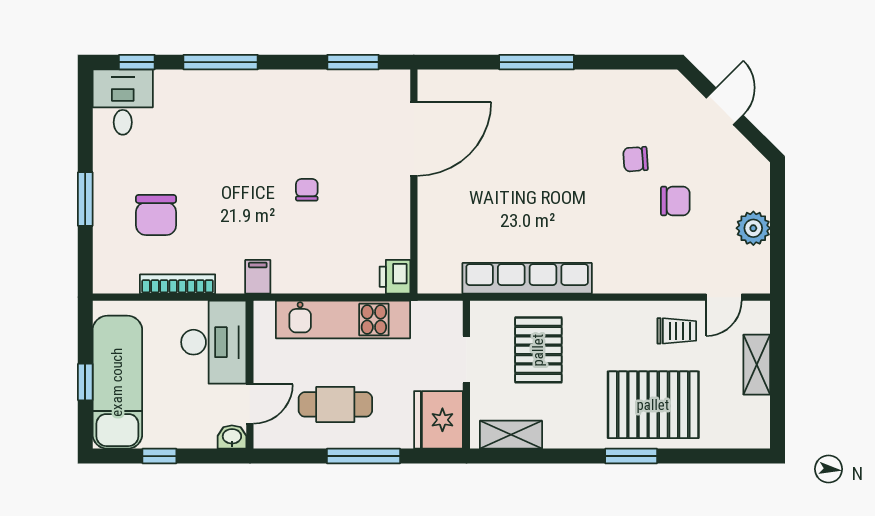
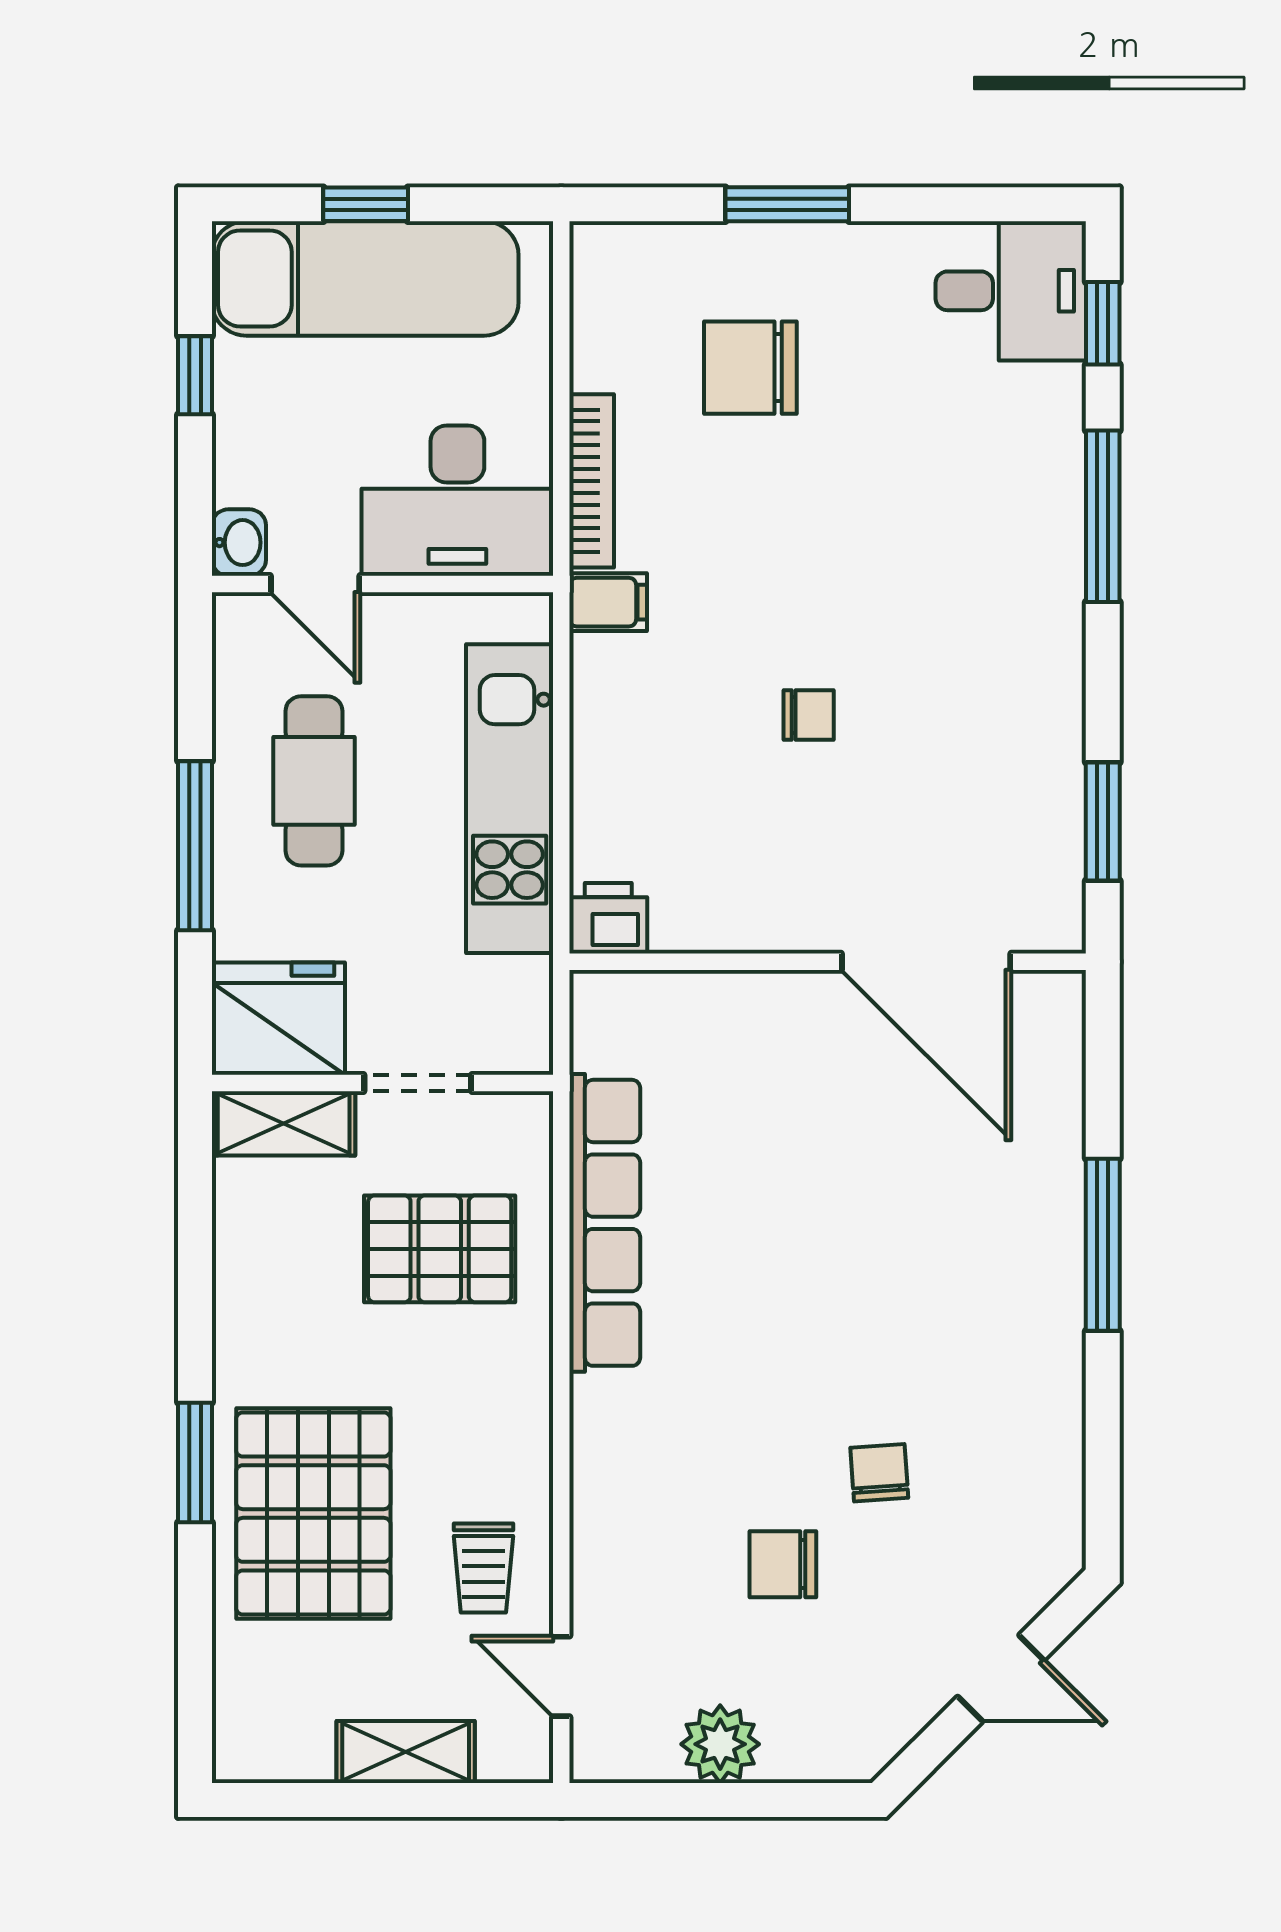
chair: (675, 201) -> (783, 1564), turned 90
bookcase: (178, 284) -> (592, 481), moved
shelving: (511, 435) -> (284, 1123), moved, turned 90

